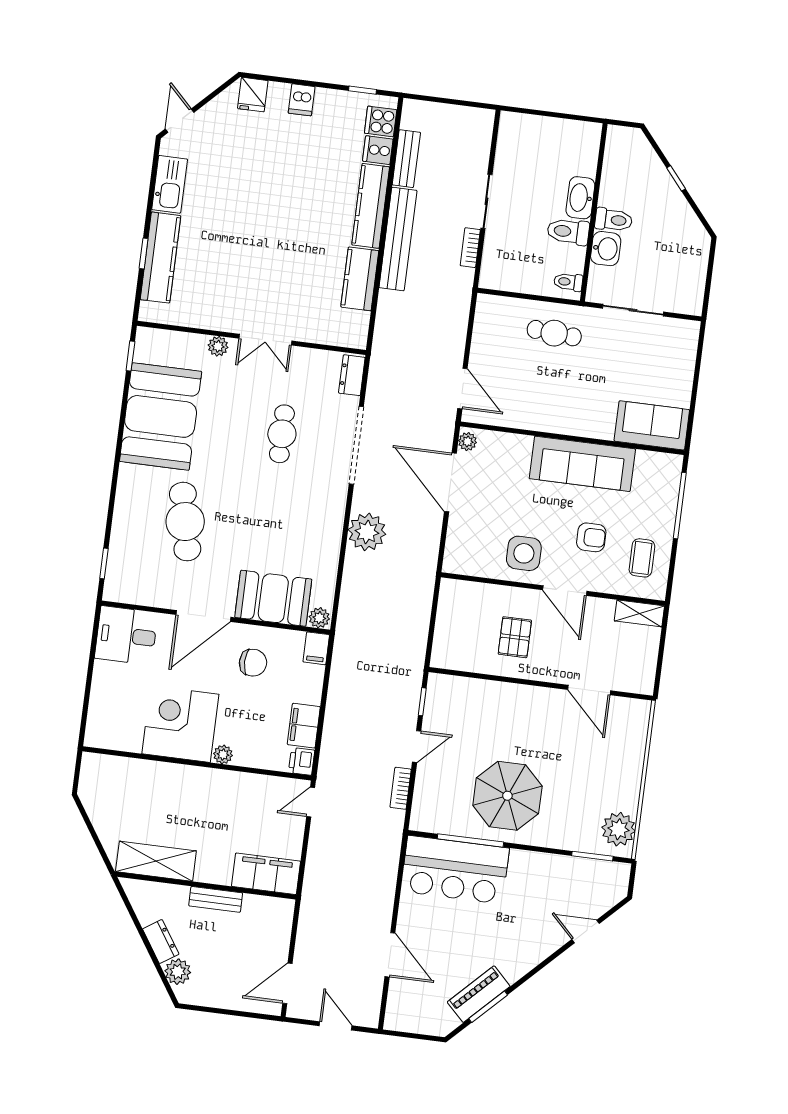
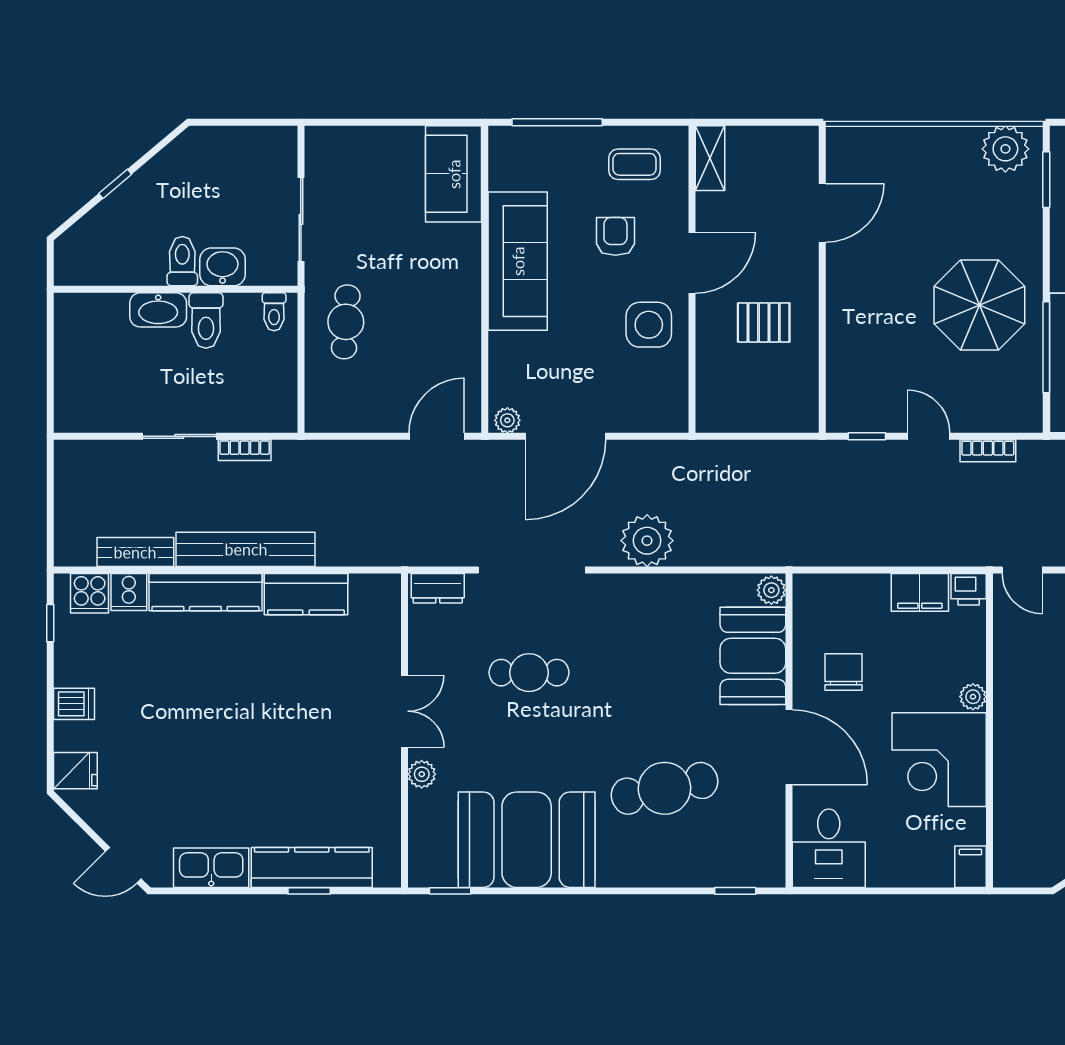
filing cabinet: (316, 648) -> (970, 867), moved, turned -90

